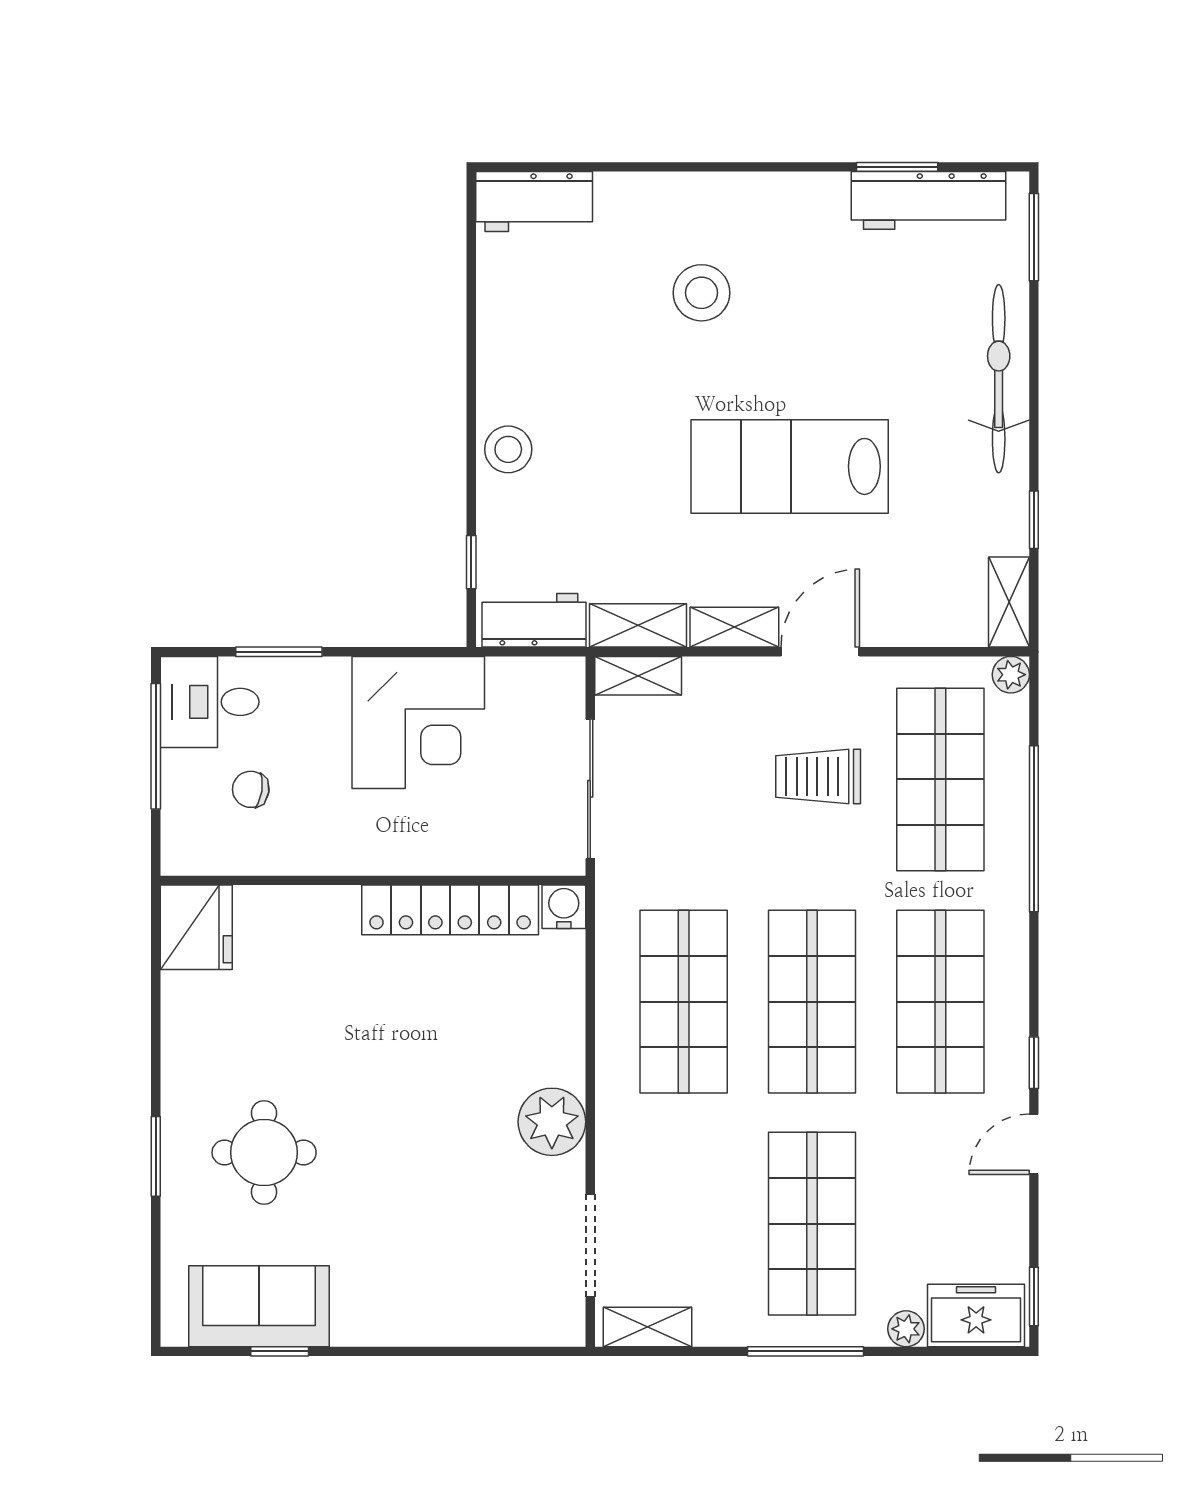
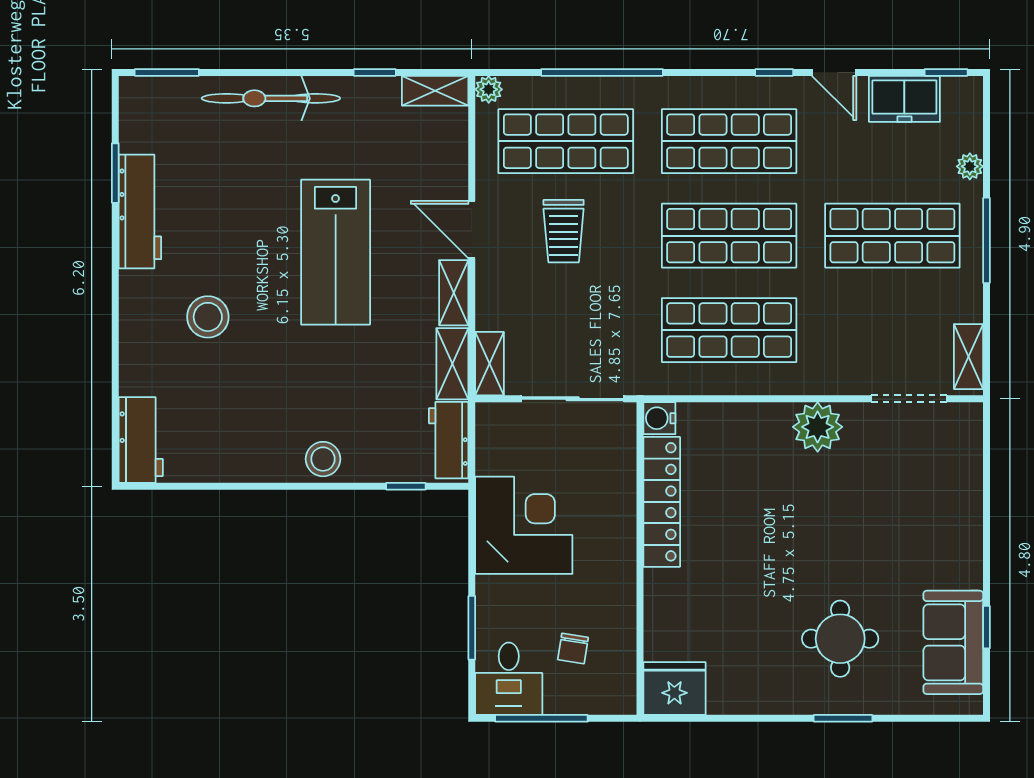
workbench: (929, 200) -> (140, 212), moved
freezer: (976, 1315) -> (904, 99), moved, turned -90

